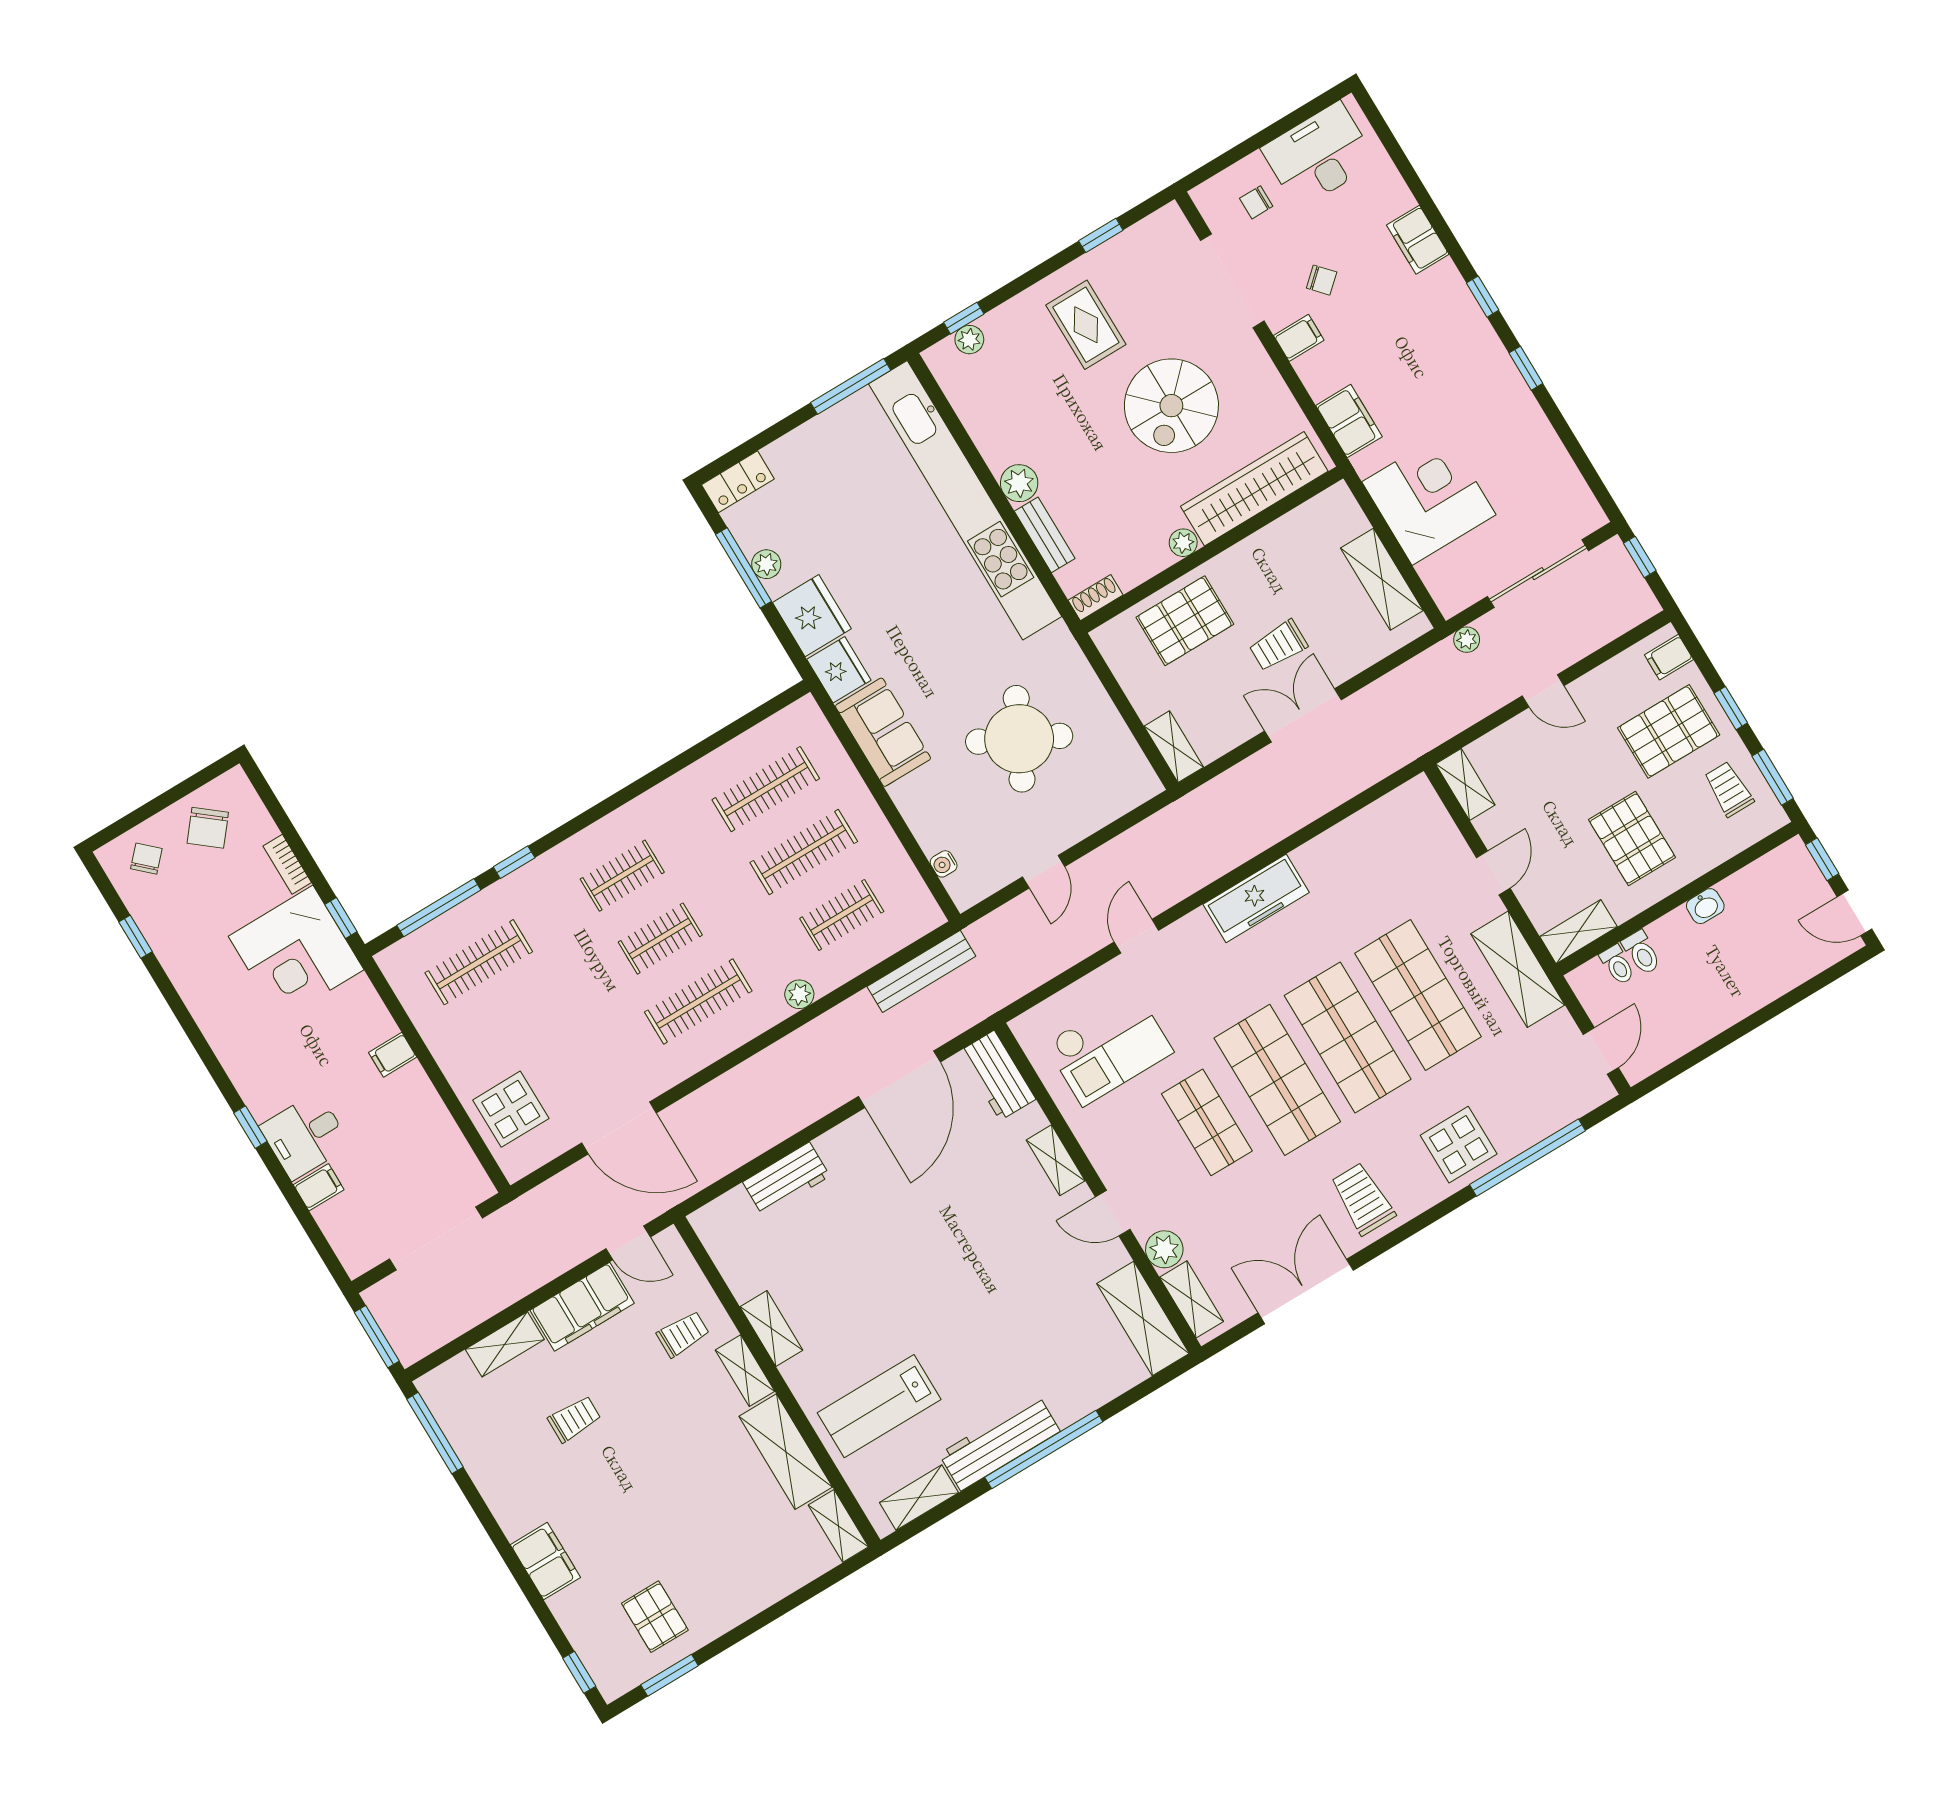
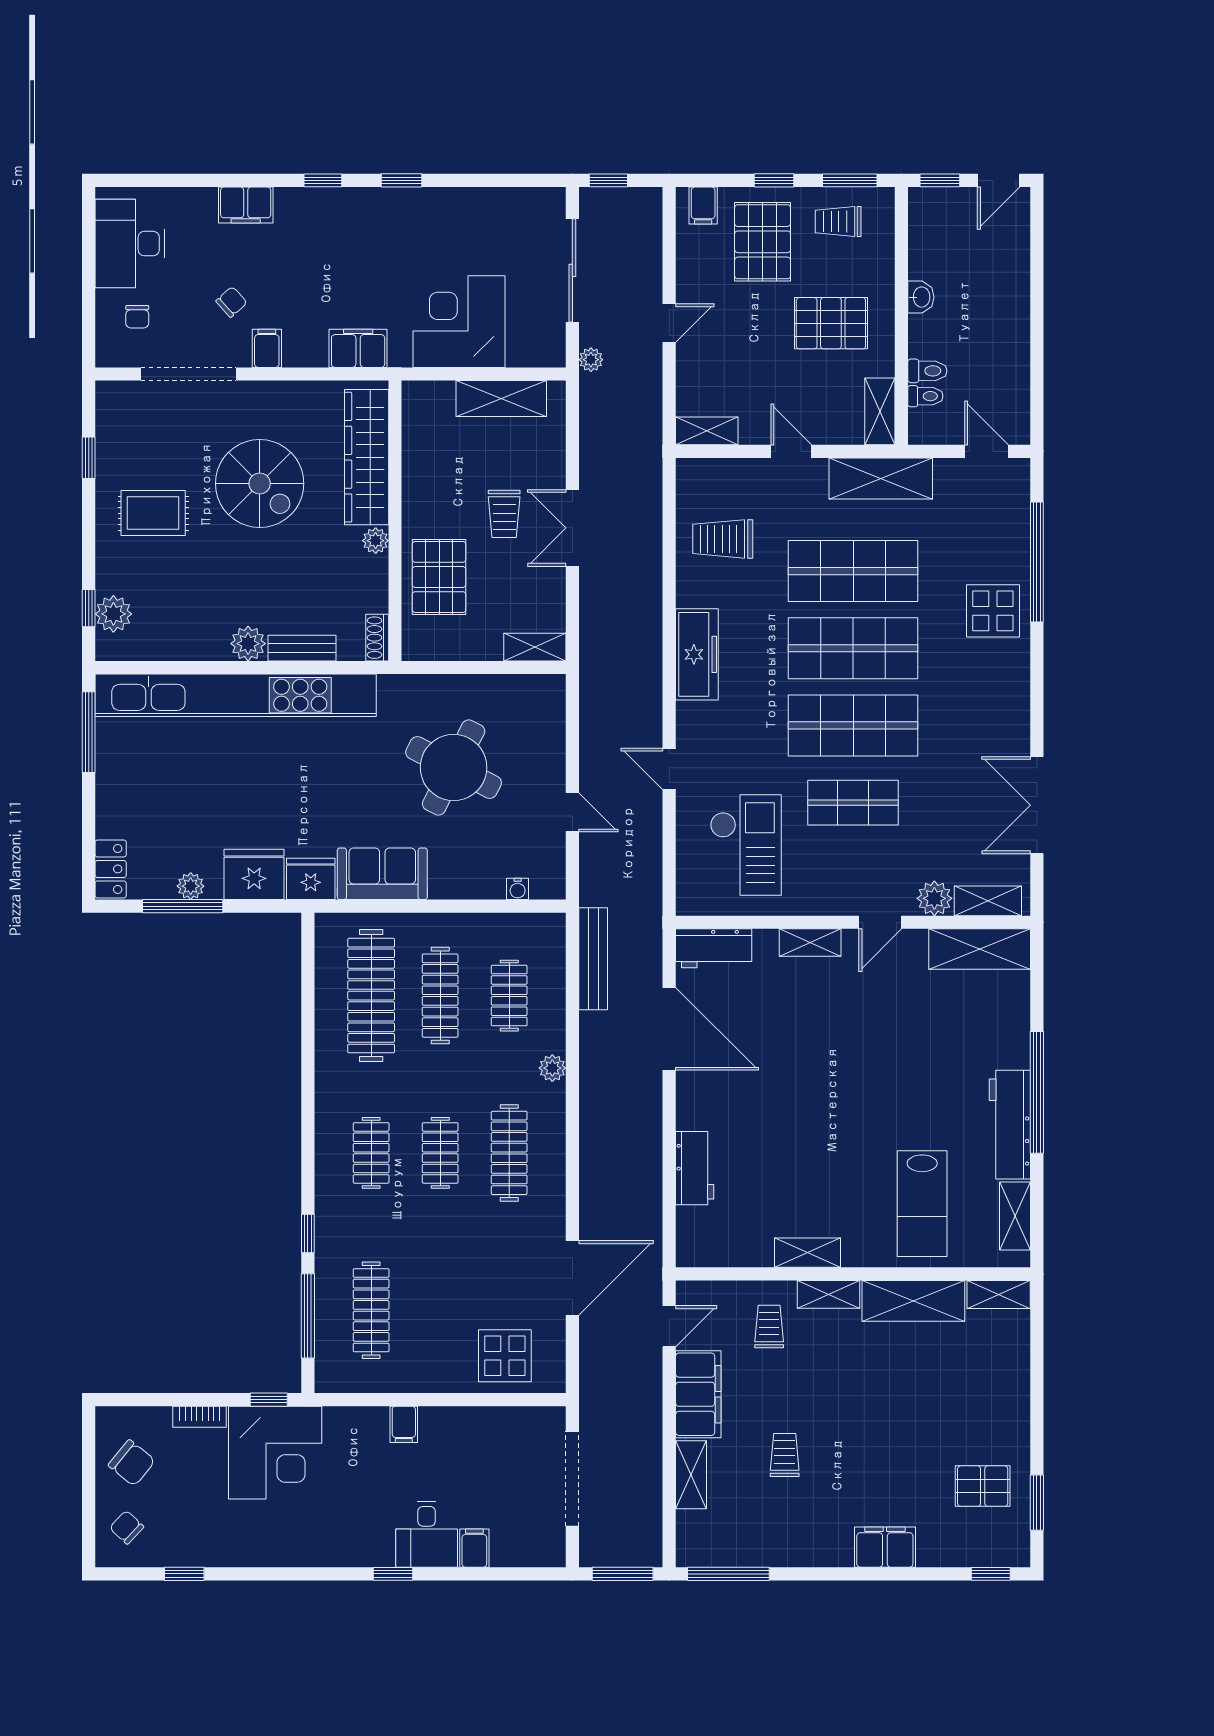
plant: (969, 340) -> (113, 614), width x1.38, depth x1.38
clothes rail: (766, 789) -> (371, 996), width x1.37, depth x1.31
trolley: (1363, 1199) -> (723, 539), moved

